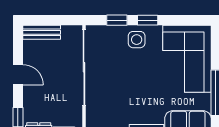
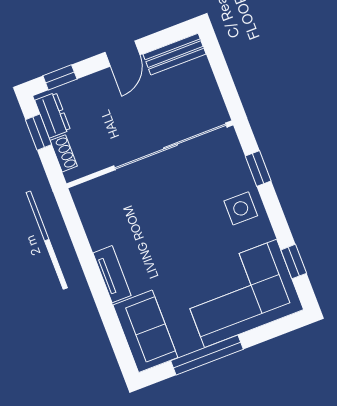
window: (148, 20) -> (294, 262), moved
bench: (42, 32) -> (175, 54), moved, turned 90

